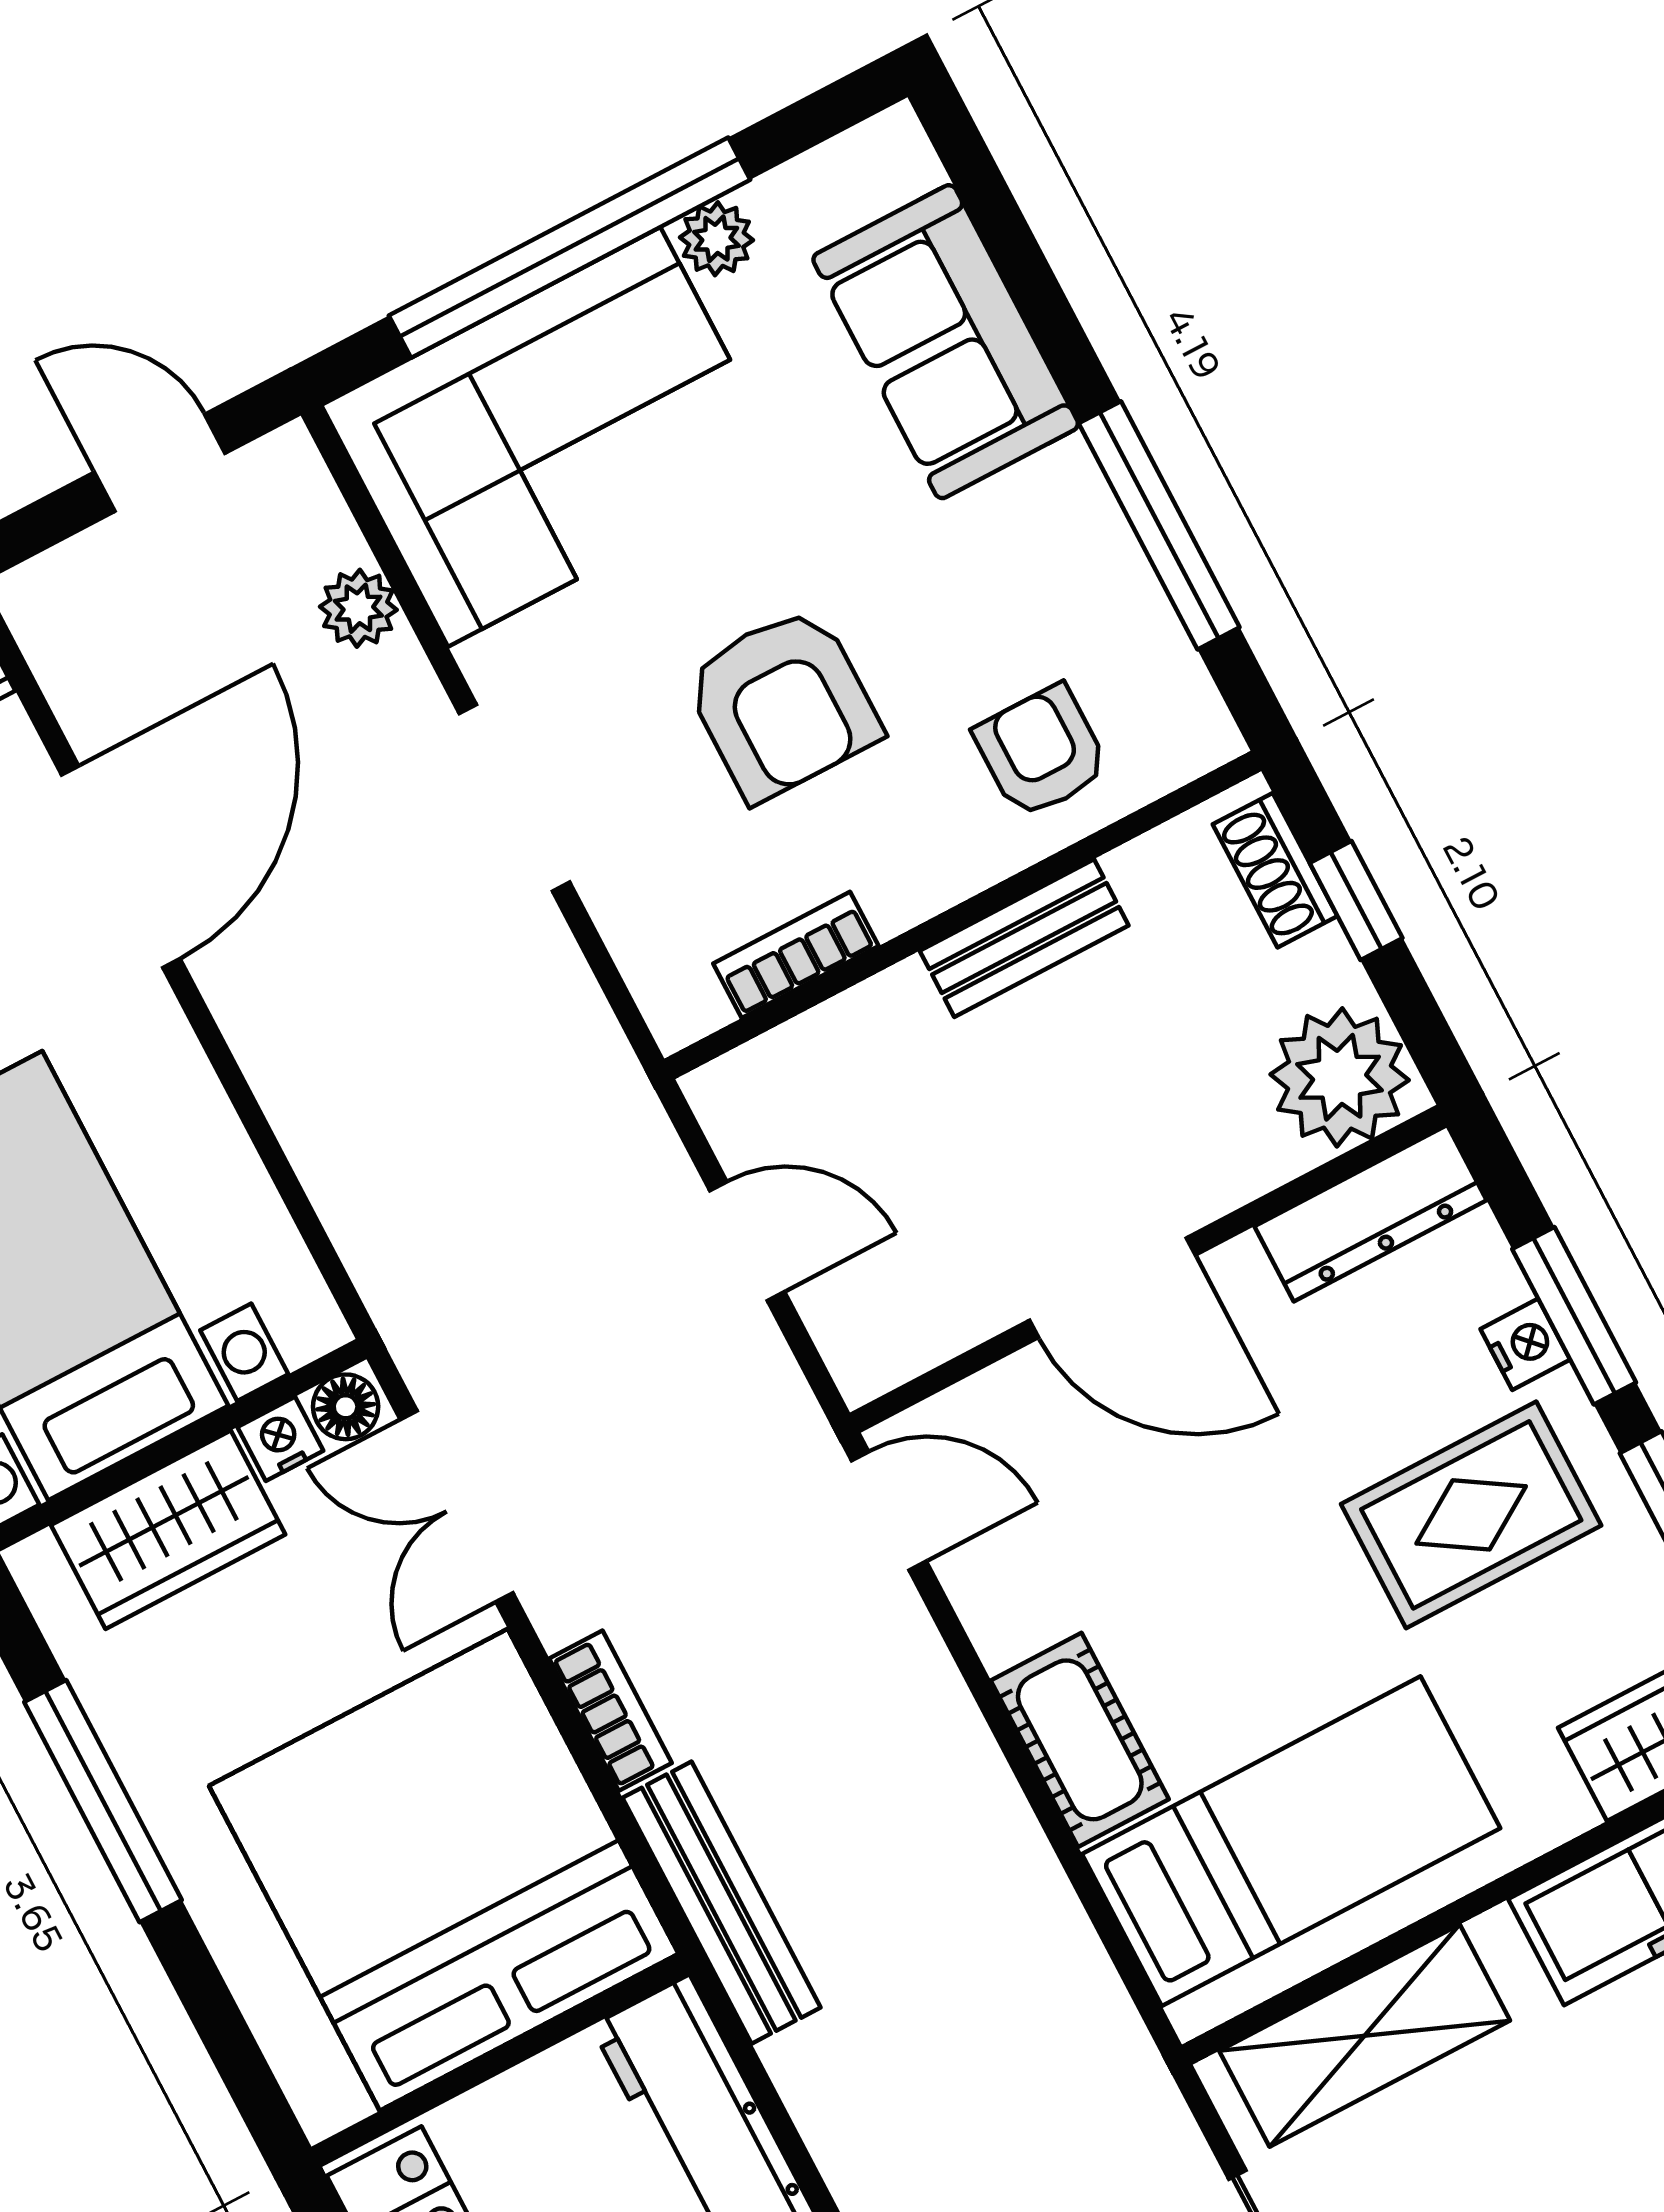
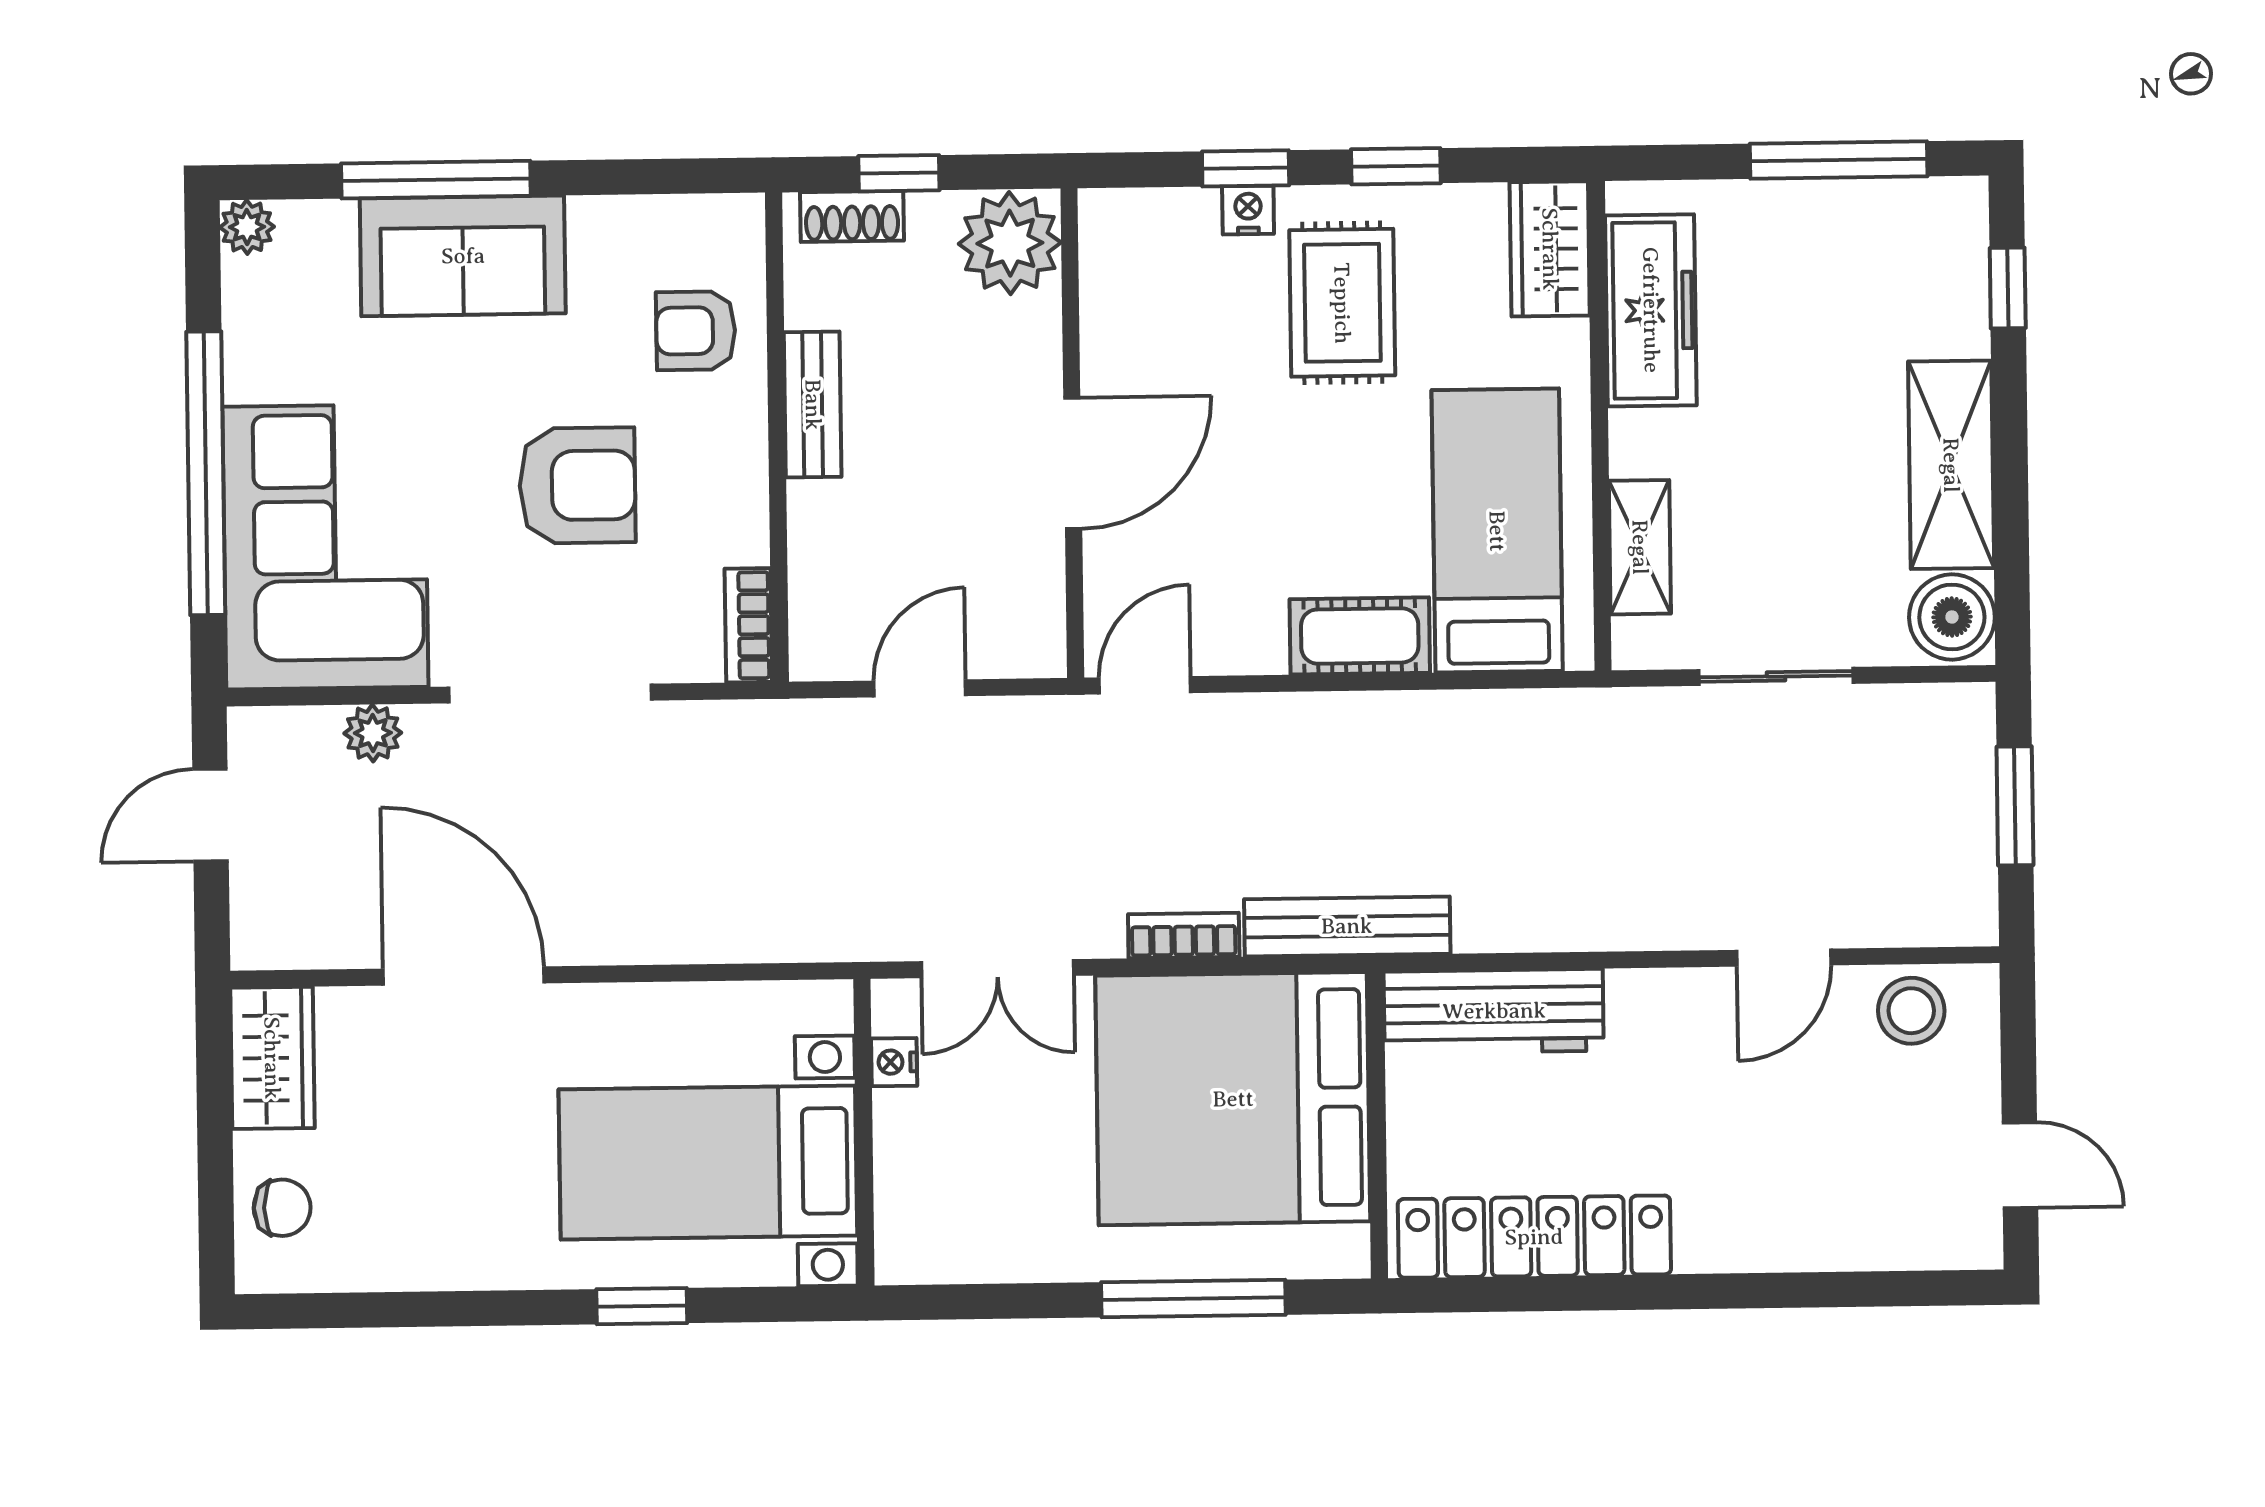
plant: (716, 239) -> (247, 227), moved
sofa: (946, 342) -> (463, 256), moved
window: (1159, 525) -> (436, 180), moved
doorway: (515, 798) -> (550, 694), width x1.36
bookcase: (796, 955) -> (748, 625), moved
dresser: (1371, 1213) -> (1110, 268), removed
window: (1574, 1316) -> (1246, 168), width x0.67
floor lamp: (346, 1407) -> (895, 1008), removed
wardrobe: (168, 1530) -> (916, 1166), removed
window: (103, 1801) -> (1193, 1298), moved
shelving: (1365, 2036) -> (1640, 547), width x0.67, depth x0.75

